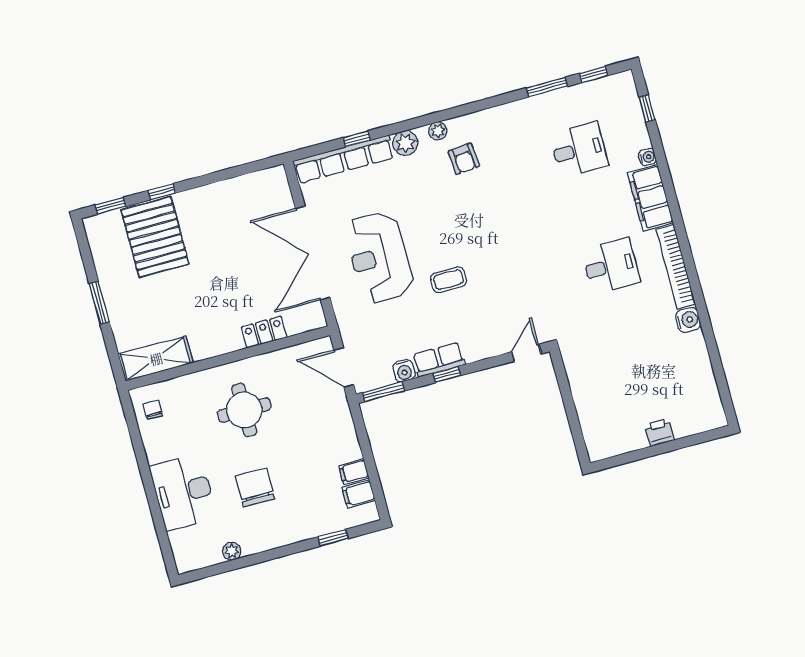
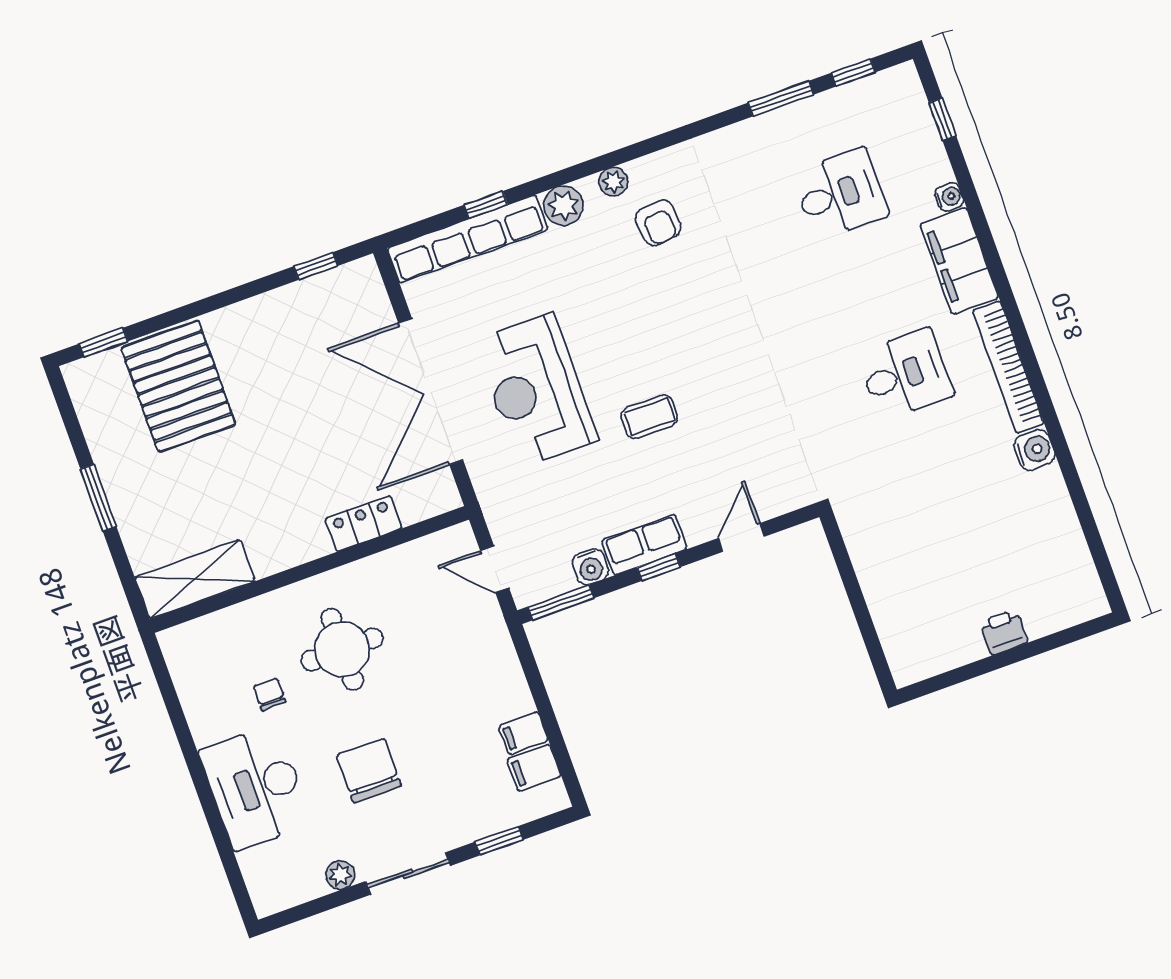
window: (162, 192) -> (316, 266), moved
door: (526, 353) -> (741, 537), moved
door: (344, 367) -> (495, 569), width x0.73
chair: (153, 410) -> (269, 694), moved
sliding door: (274, 554) -> (408, 874), added

